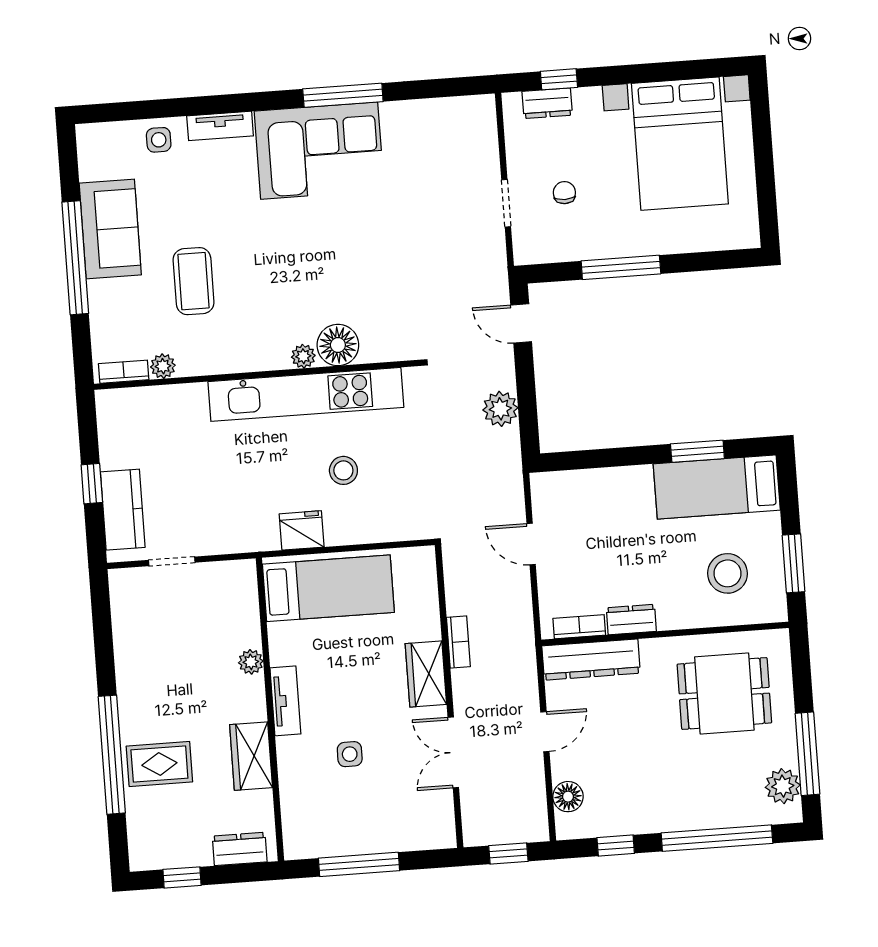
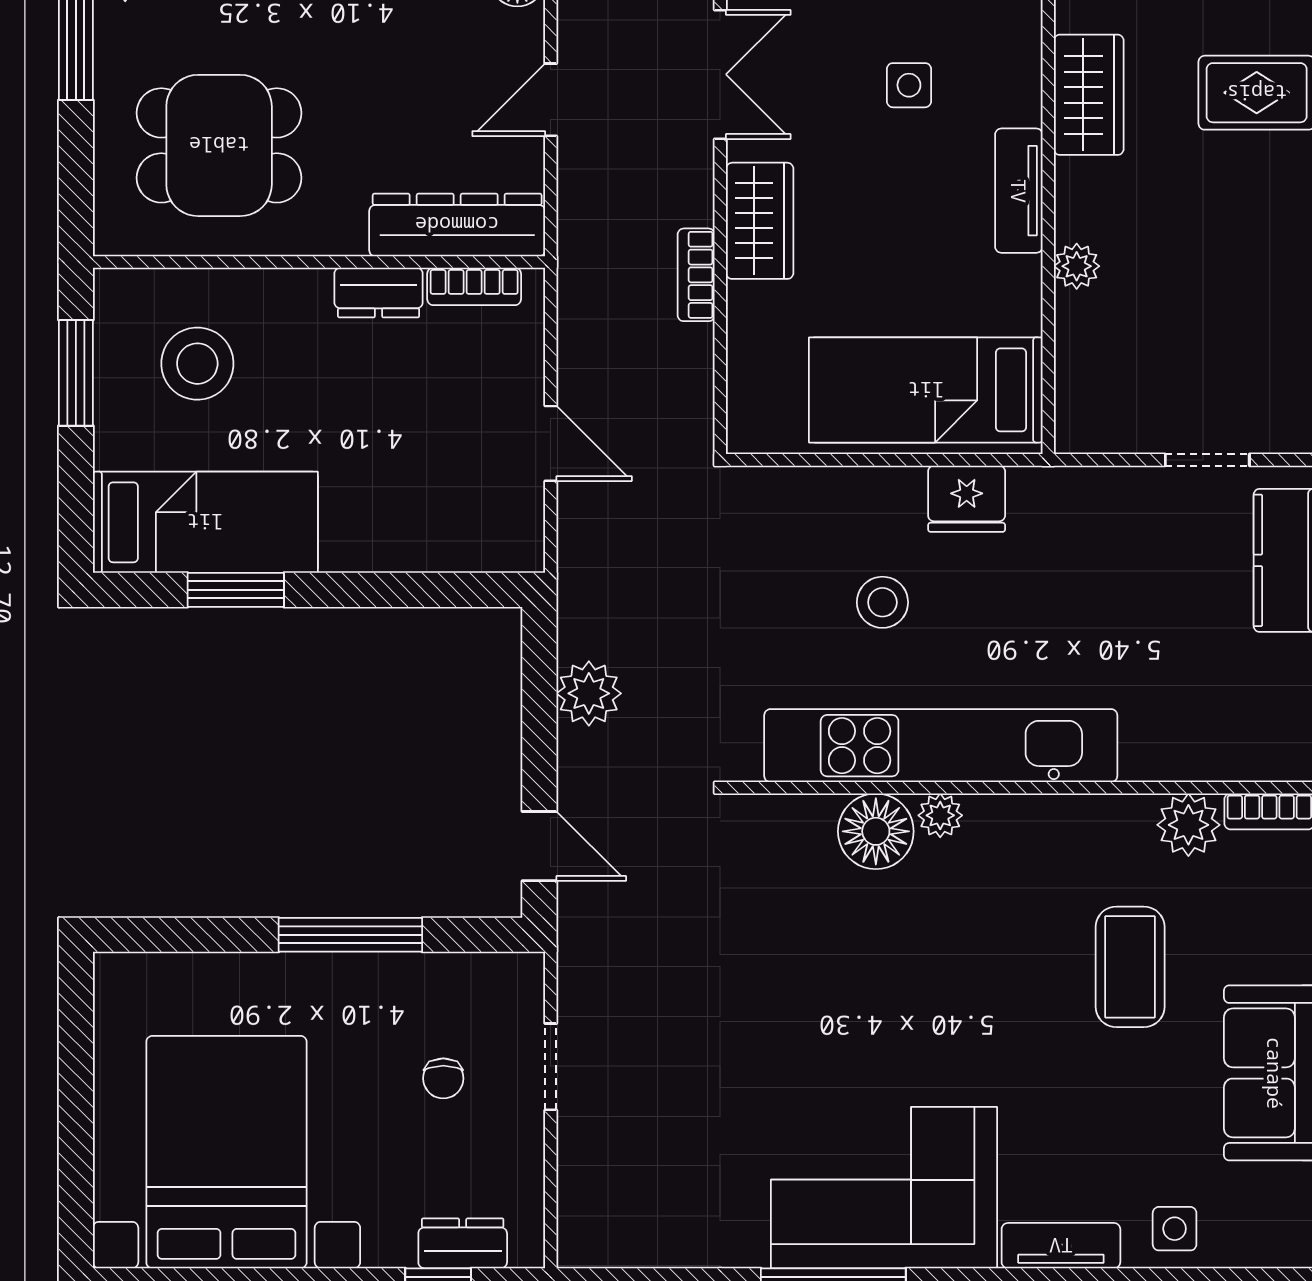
plant: (163, 366) -> (1188, 825), width x1.38, depth x1.38

